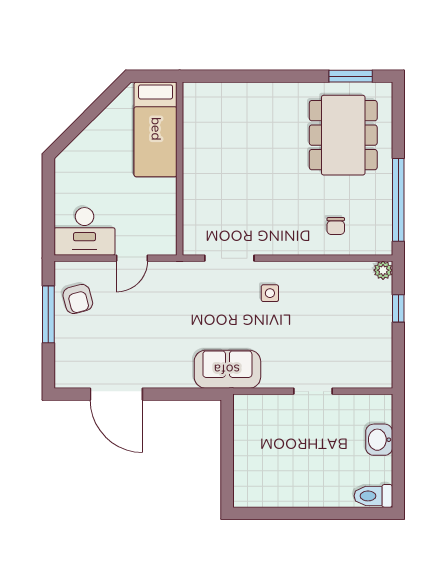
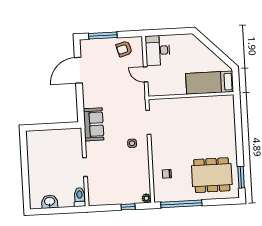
window: (48, 314) -> (103, 35), moved
washbasin: (379, 440) -> (50, 202), moved
toilet: (373, 496) -> (80, 197), moved

